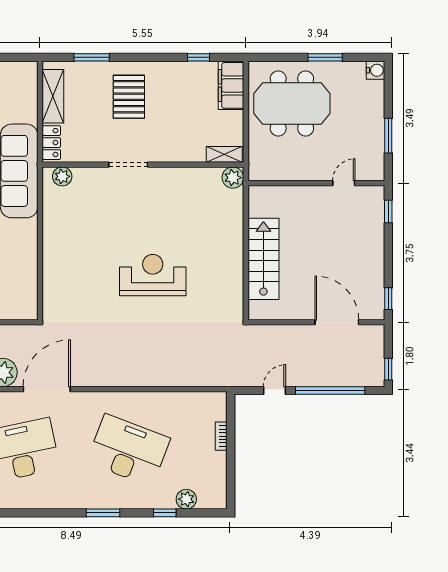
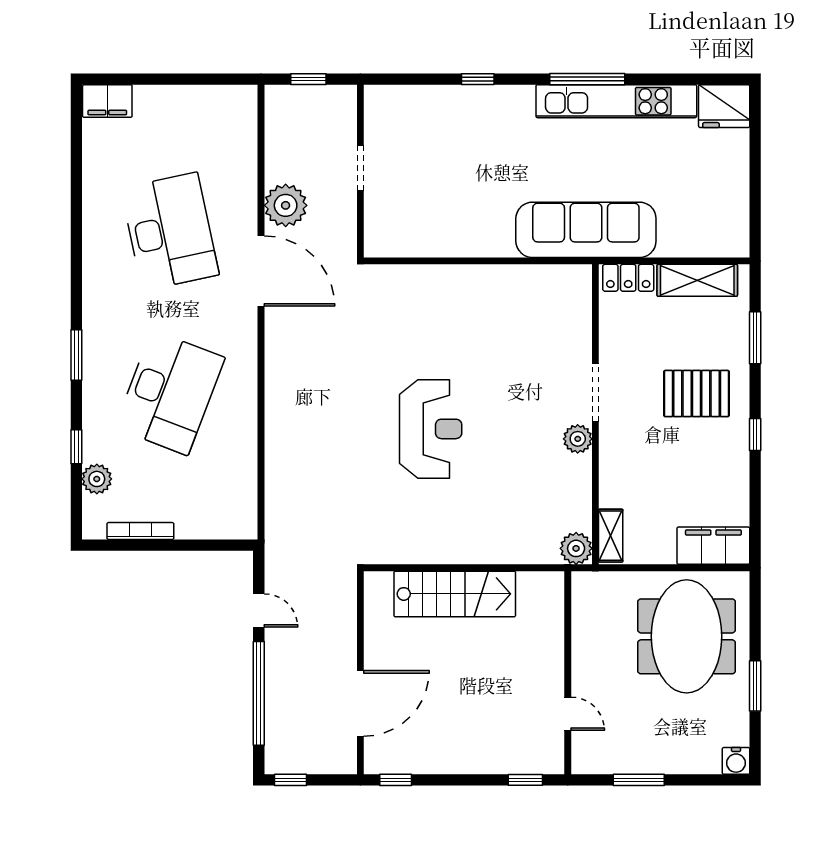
window: (198, 57) -> (755, 435), moved
plant: (62, 176) -> (578, 439), moved
bookcase: (221, 436) -> (140, 531), moved, width x1.56

